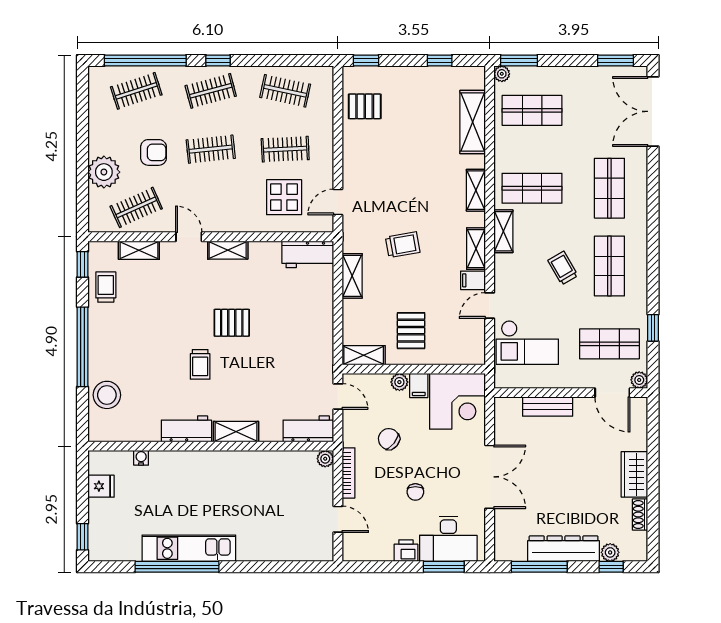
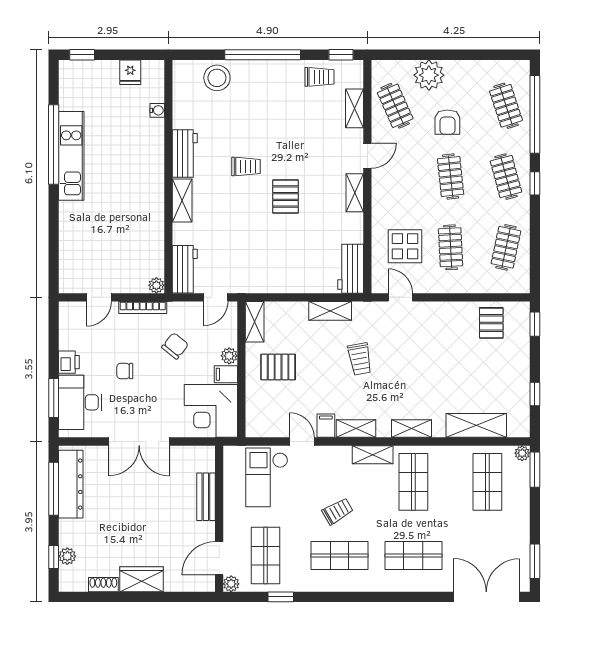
trolley: (200, 364) -> (246, 166), turned 180
dresser: (564, 549) -> (71, 484), moved

